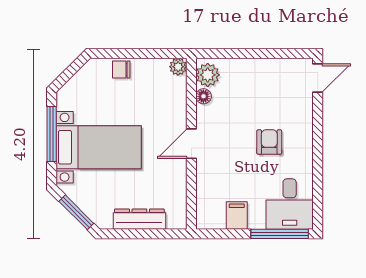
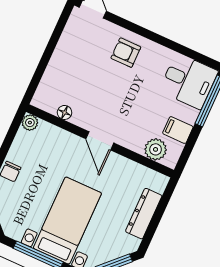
plant: (208, 75) -> (156, 149), moved
armchair: (269, 142) -> (126, 53), moved

